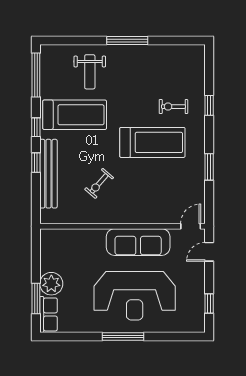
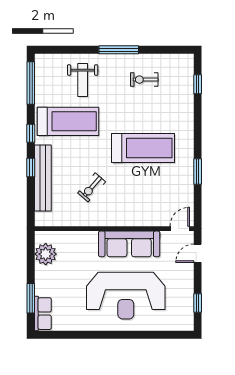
window: (209, 105) -> (198, 84), moved
exercise bike: (173, 107) -> (144, 80), moved
plant: (51, 284) -> (46, 254), moved
window: (123, 336) -> (115, 335), removed

